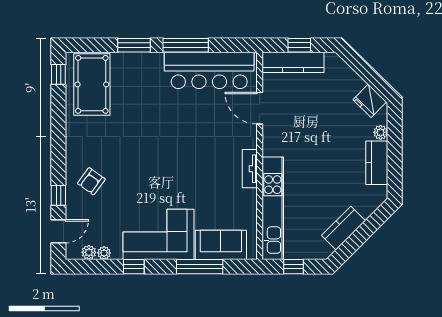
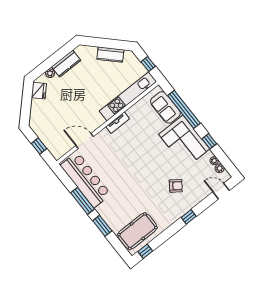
kitchen counter: (293, 62) -> (50, 142), removed
door: (260, 108) -> (85, 141), swing flipped
armchair: (91, 181) -> (176, 186), moved
window: (58, 195) -> (189, 217), moved
window: (200, 267) -> (184, 109), width x1.46

